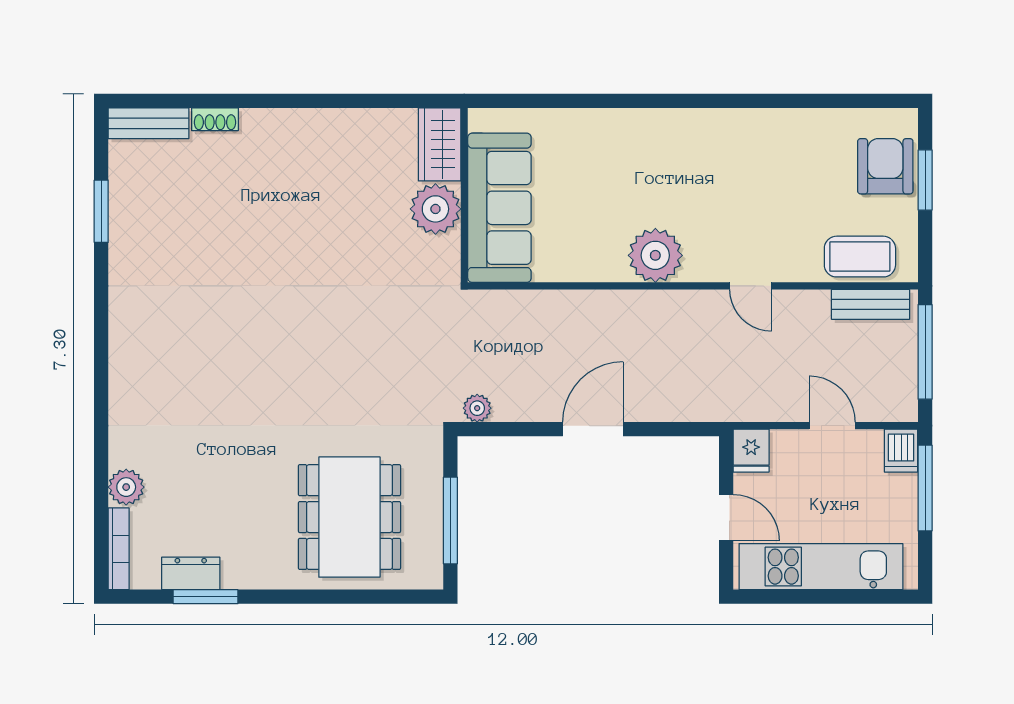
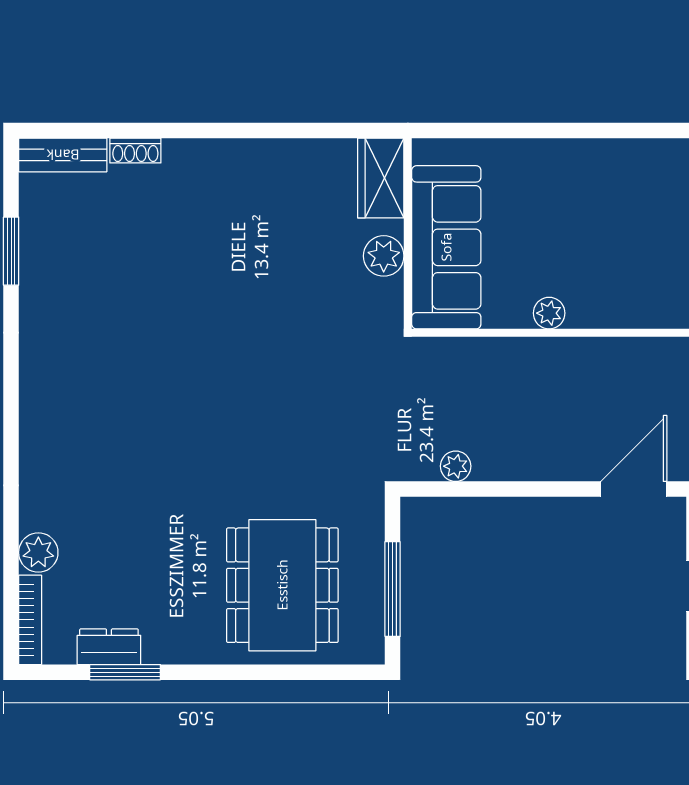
plant: (435, 209) -> (384, 256), width x0.73, depth x0.73
plant: (655, 255) -> (549, 313), moved, width x0.53, depth x0.53
plant: (477, 408) -> (456, 466), moved
door: (593, 429) -> (634, 489), moved

